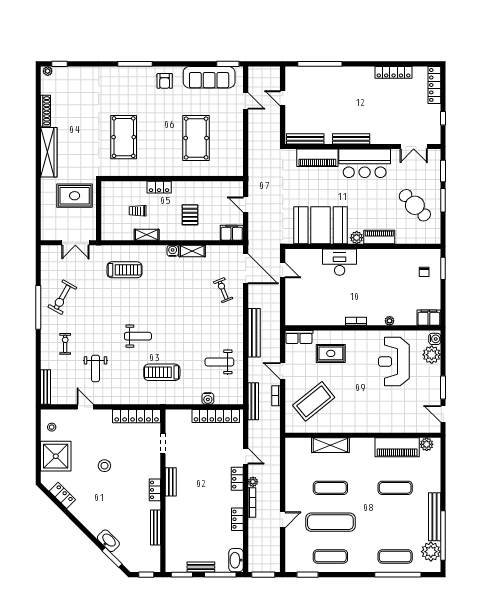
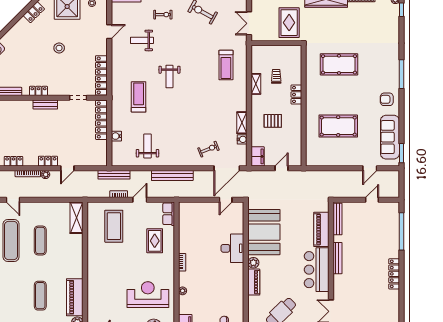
locker: (394, 72) -> (394, 274), moved
water cooler: (173, 251) -> (242, 139), moved
coffee table: (314, 401) -> (114, 226), turned 39
locker: (216, 416) -> (101, 120), moved
shelving: (330, 445) -> (77, 218), moved

